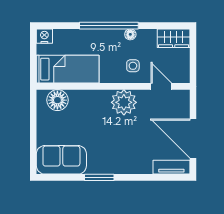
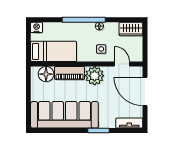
piano: (90, 99) -> (70, 73), added
door: (193, 139) -> (145, 92), moved
sofa: (61, 160) -> (64, 115), width x1.85, depth x1.27
window: (99, 177) -> (98, 131), moved

